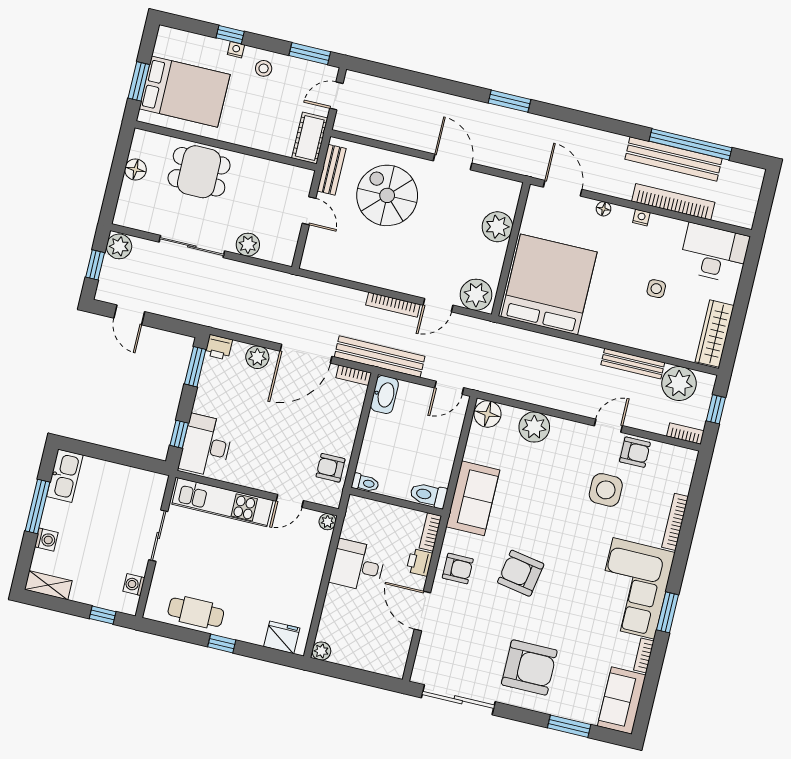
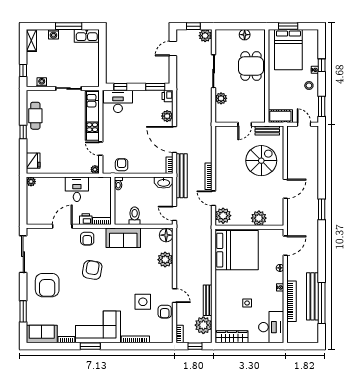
toilet: (429, 495) -> (135, 216), moved

